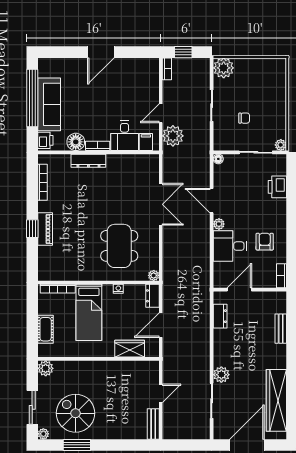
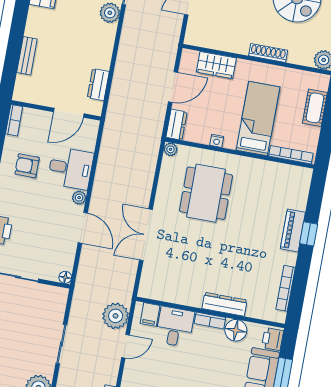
chair: (244, 118) -> (24, 322), removed
armchair: (265, 242) -> (27, 166), turned 90
shoe rack: (90, 366) -> (268, 53), added

